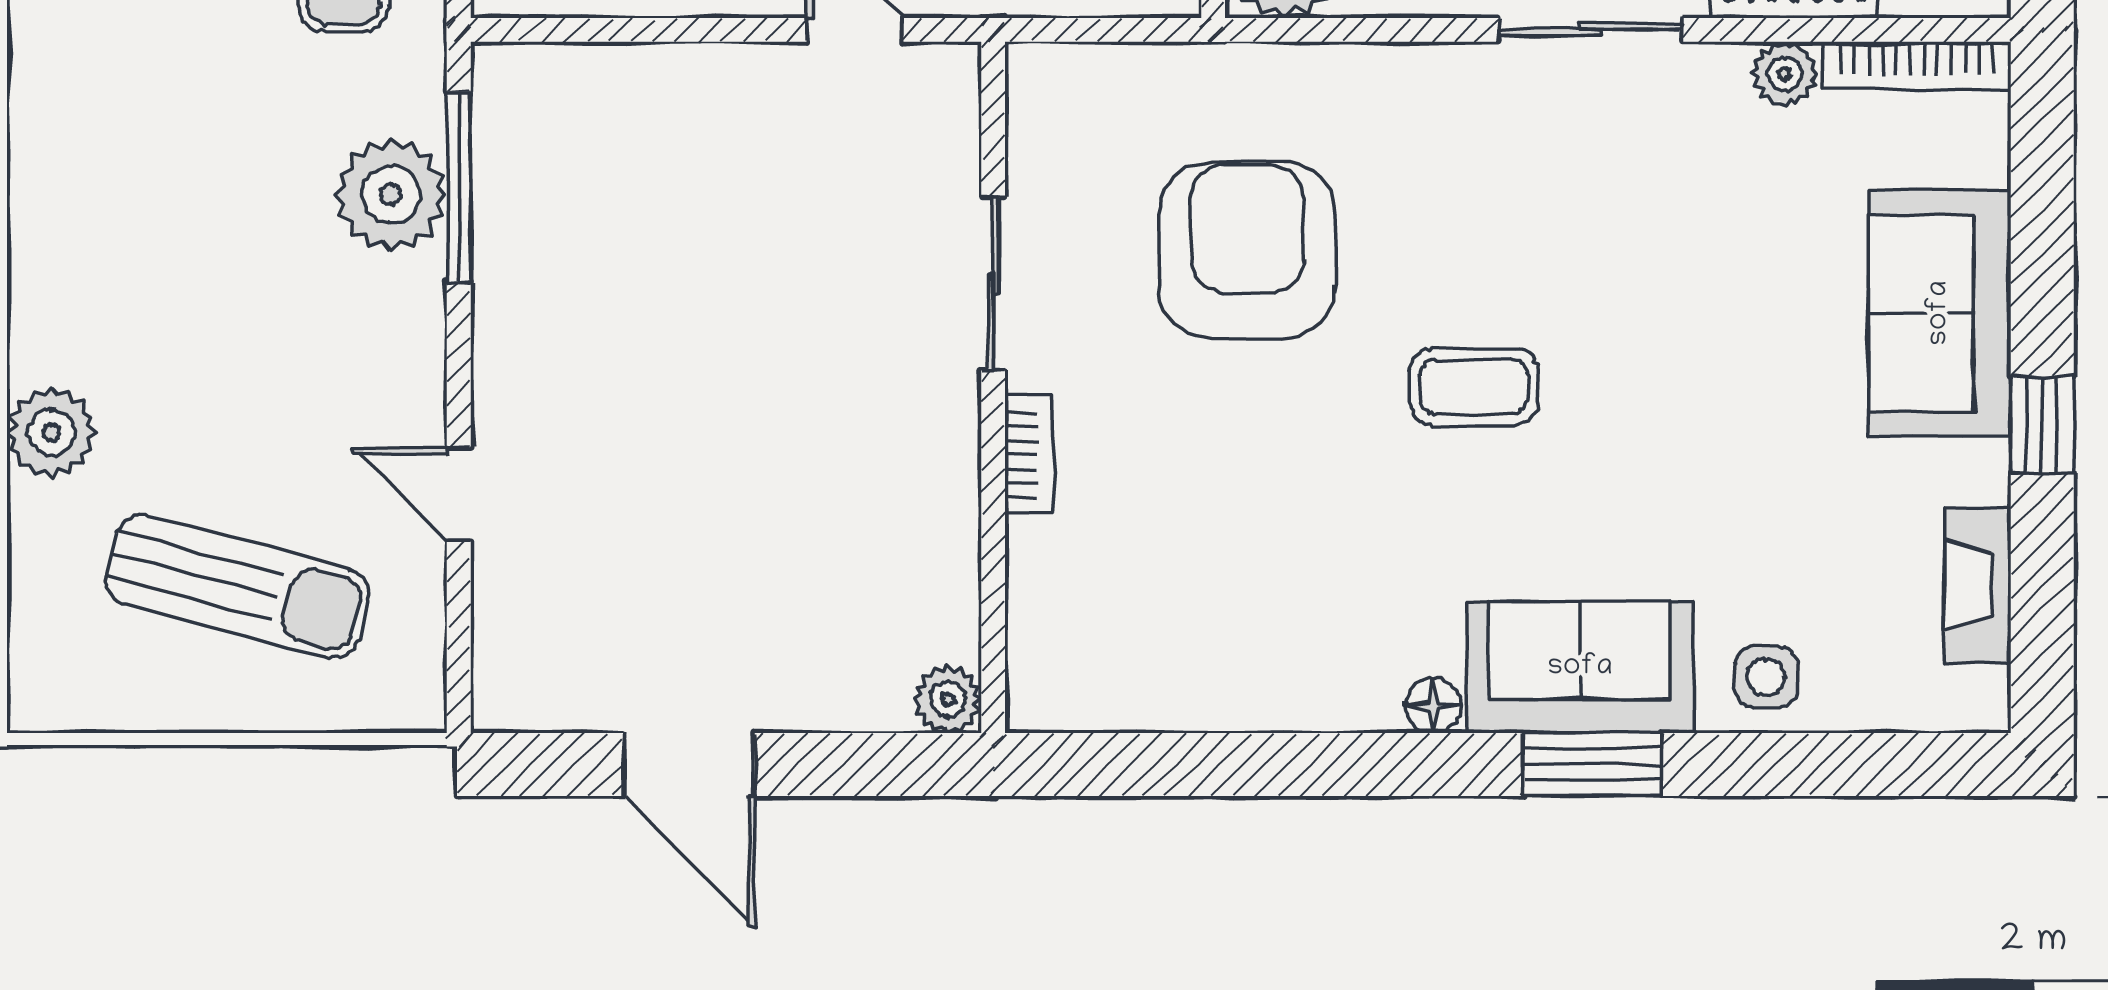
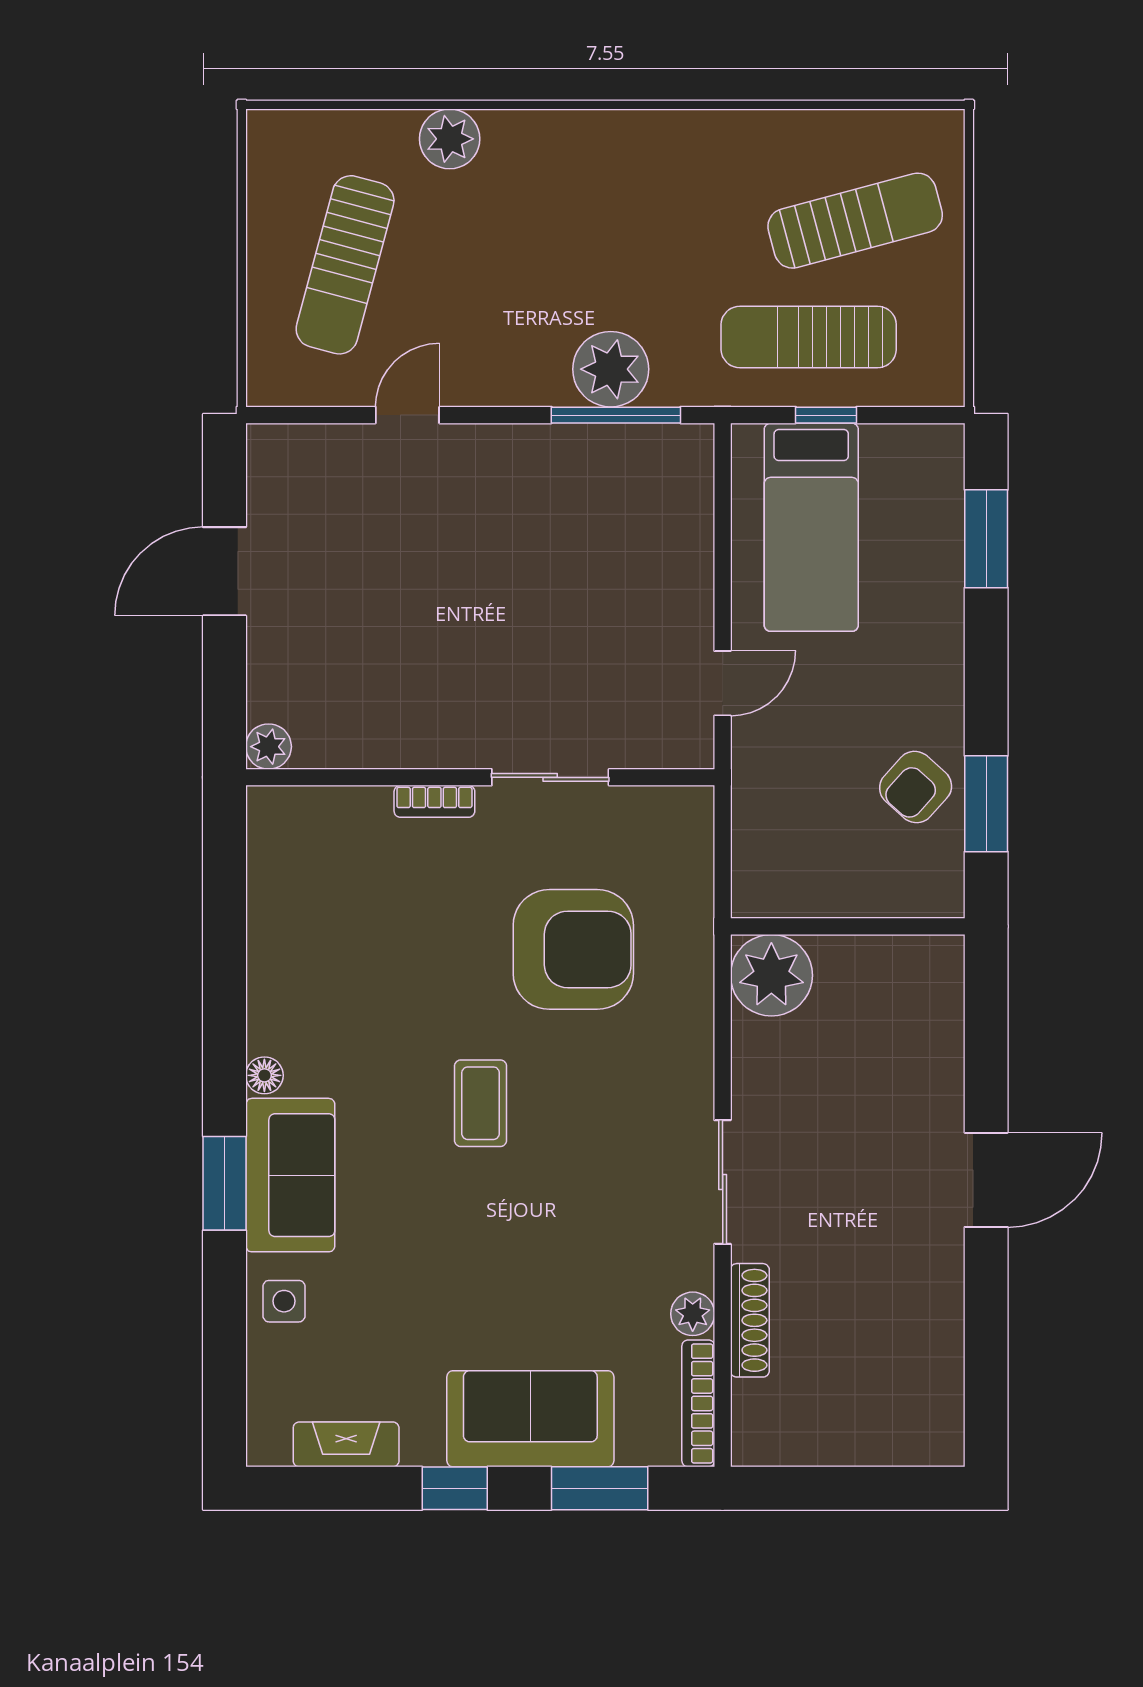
window: (2042, 211) -> (600, 1488), added

